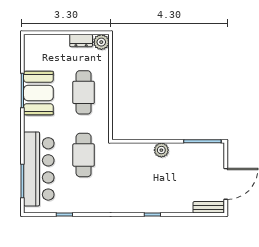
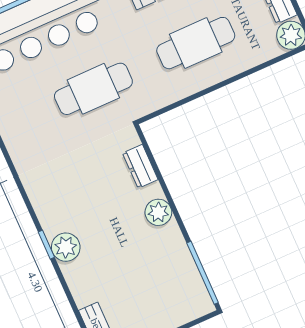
dresser: (134, 149) -> (140, 166), added
plant: (158, 205) -> (66, 247), added

